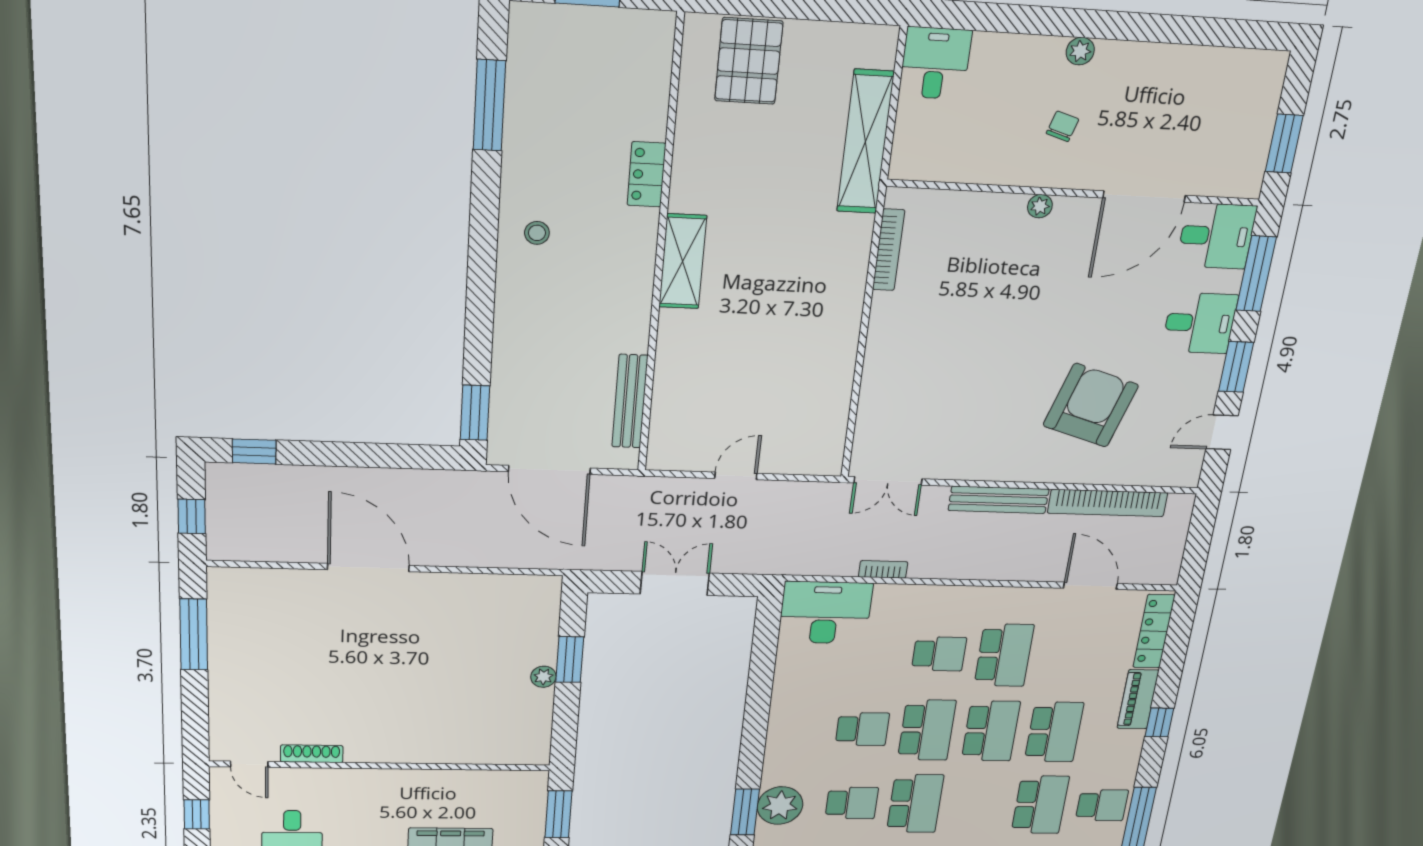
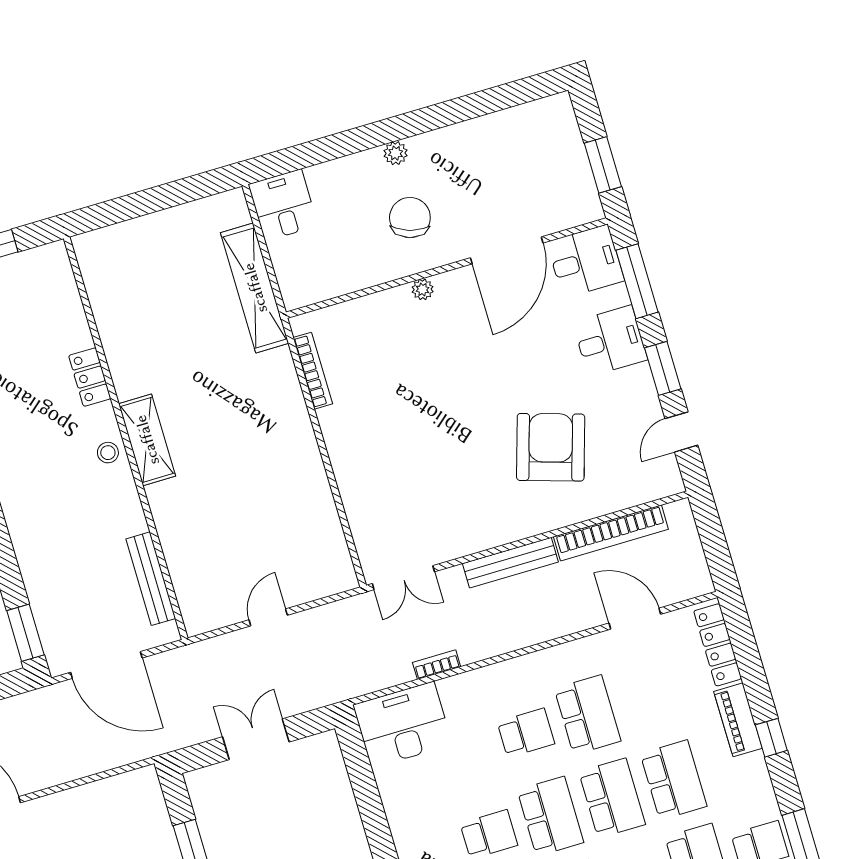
pallet: (749, 61) -> (135, 257), removed
chair: (1063, 126) -> (410, 218), width x1.87, depth x1.87
stool: (537, 233) -> (108, 453), moved

